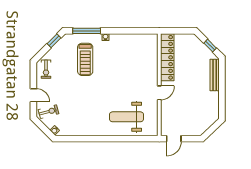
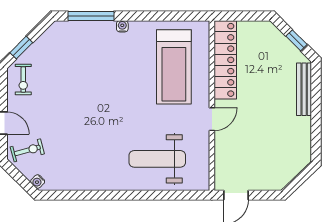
window: (54, 41) -> (21, 48), moved
treadmill: (85, 59) -> (174, 67), moved, width x1.37, depth x1.38

